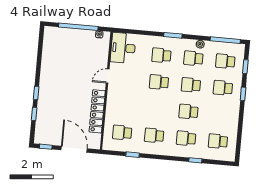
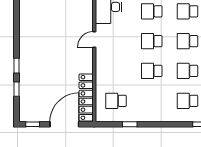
locker: (97, 111) -> (86, 97), moved
school desk: (154, 135) -> (152, 71), moved
door: (74, 149) -> (64, 124), hinge flipped

